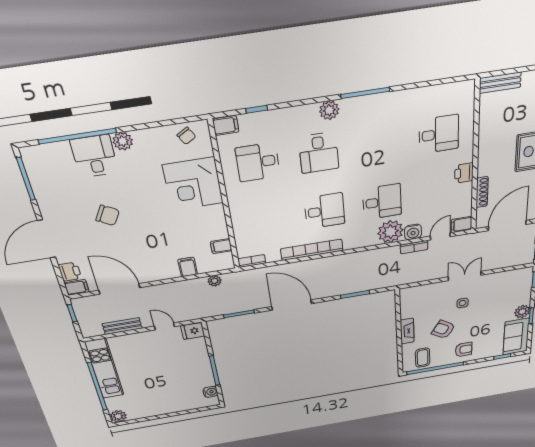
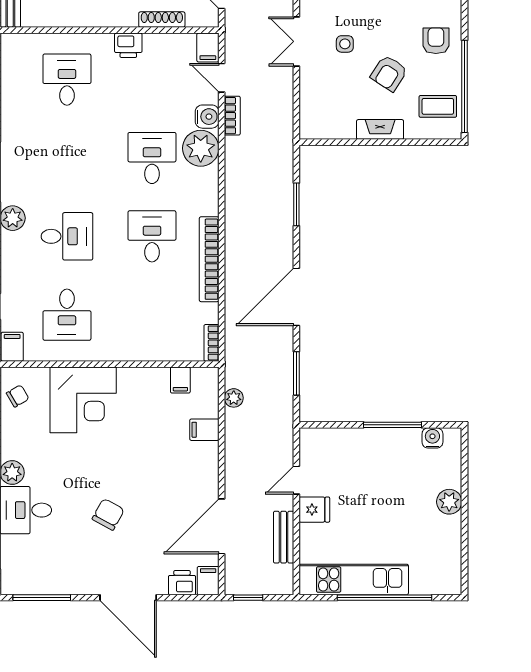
fridge: (193, 331) -> (314, 510), moved, turned -90
plant: (118, 416) -> (449, 502), moved

